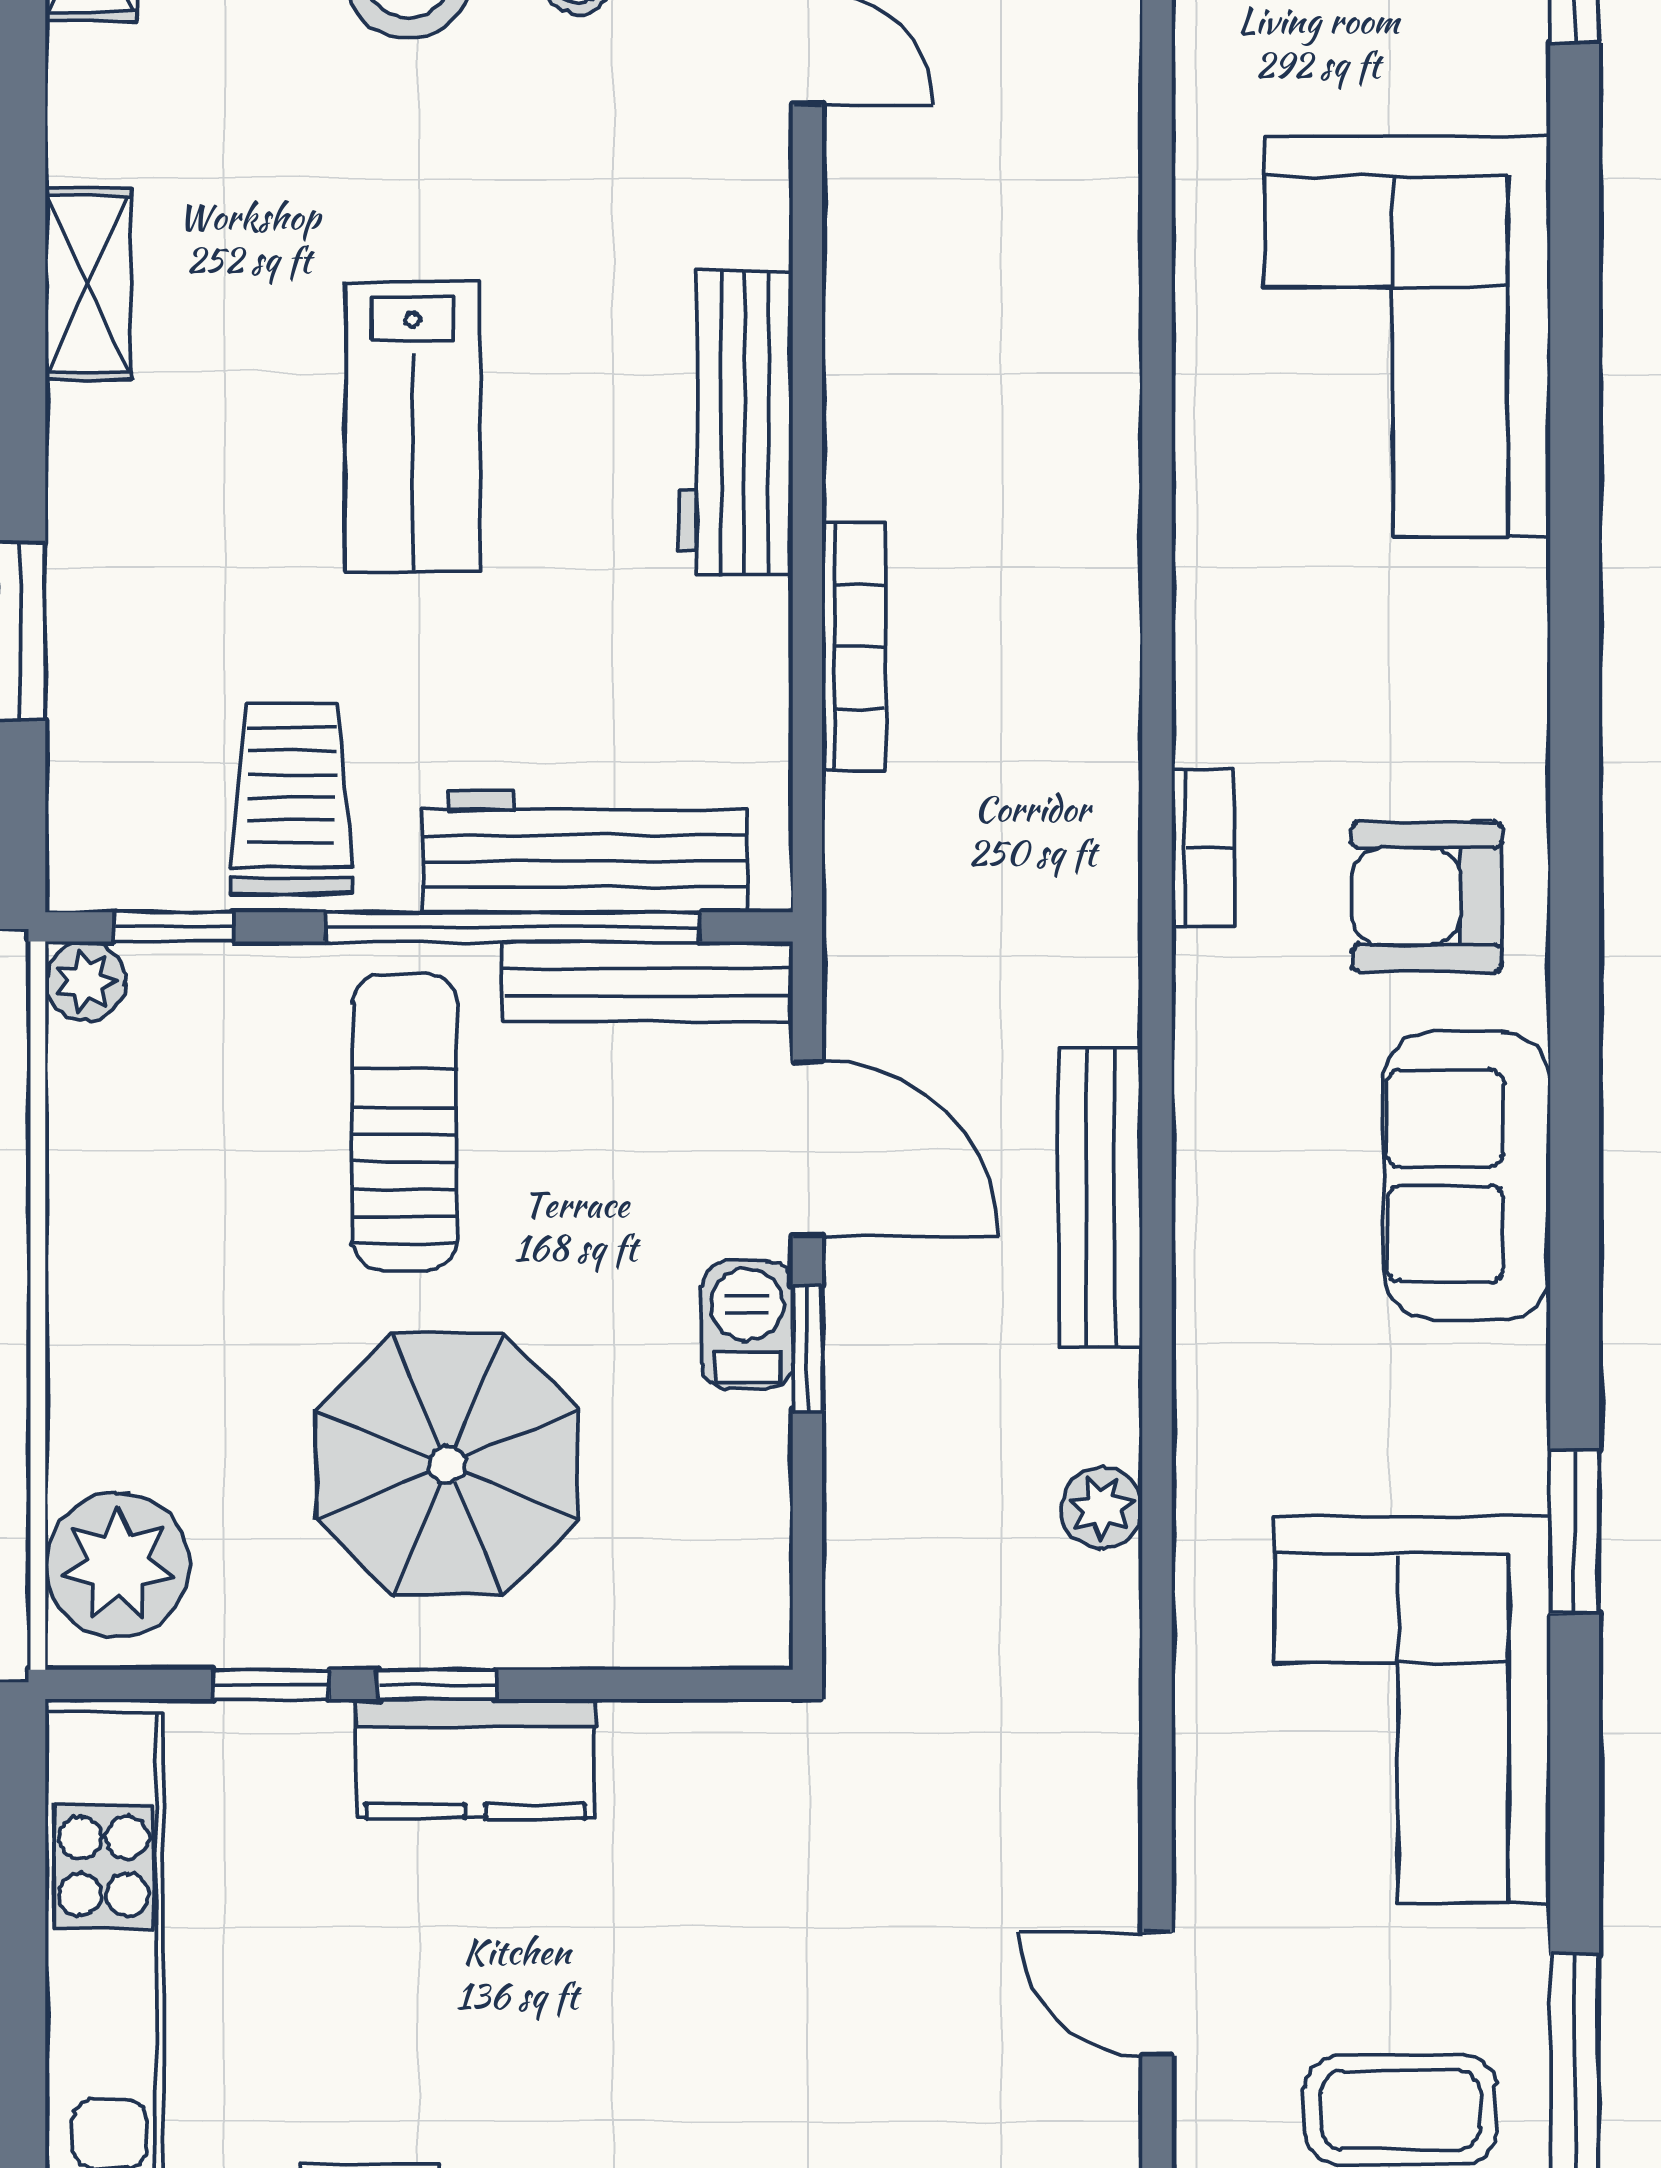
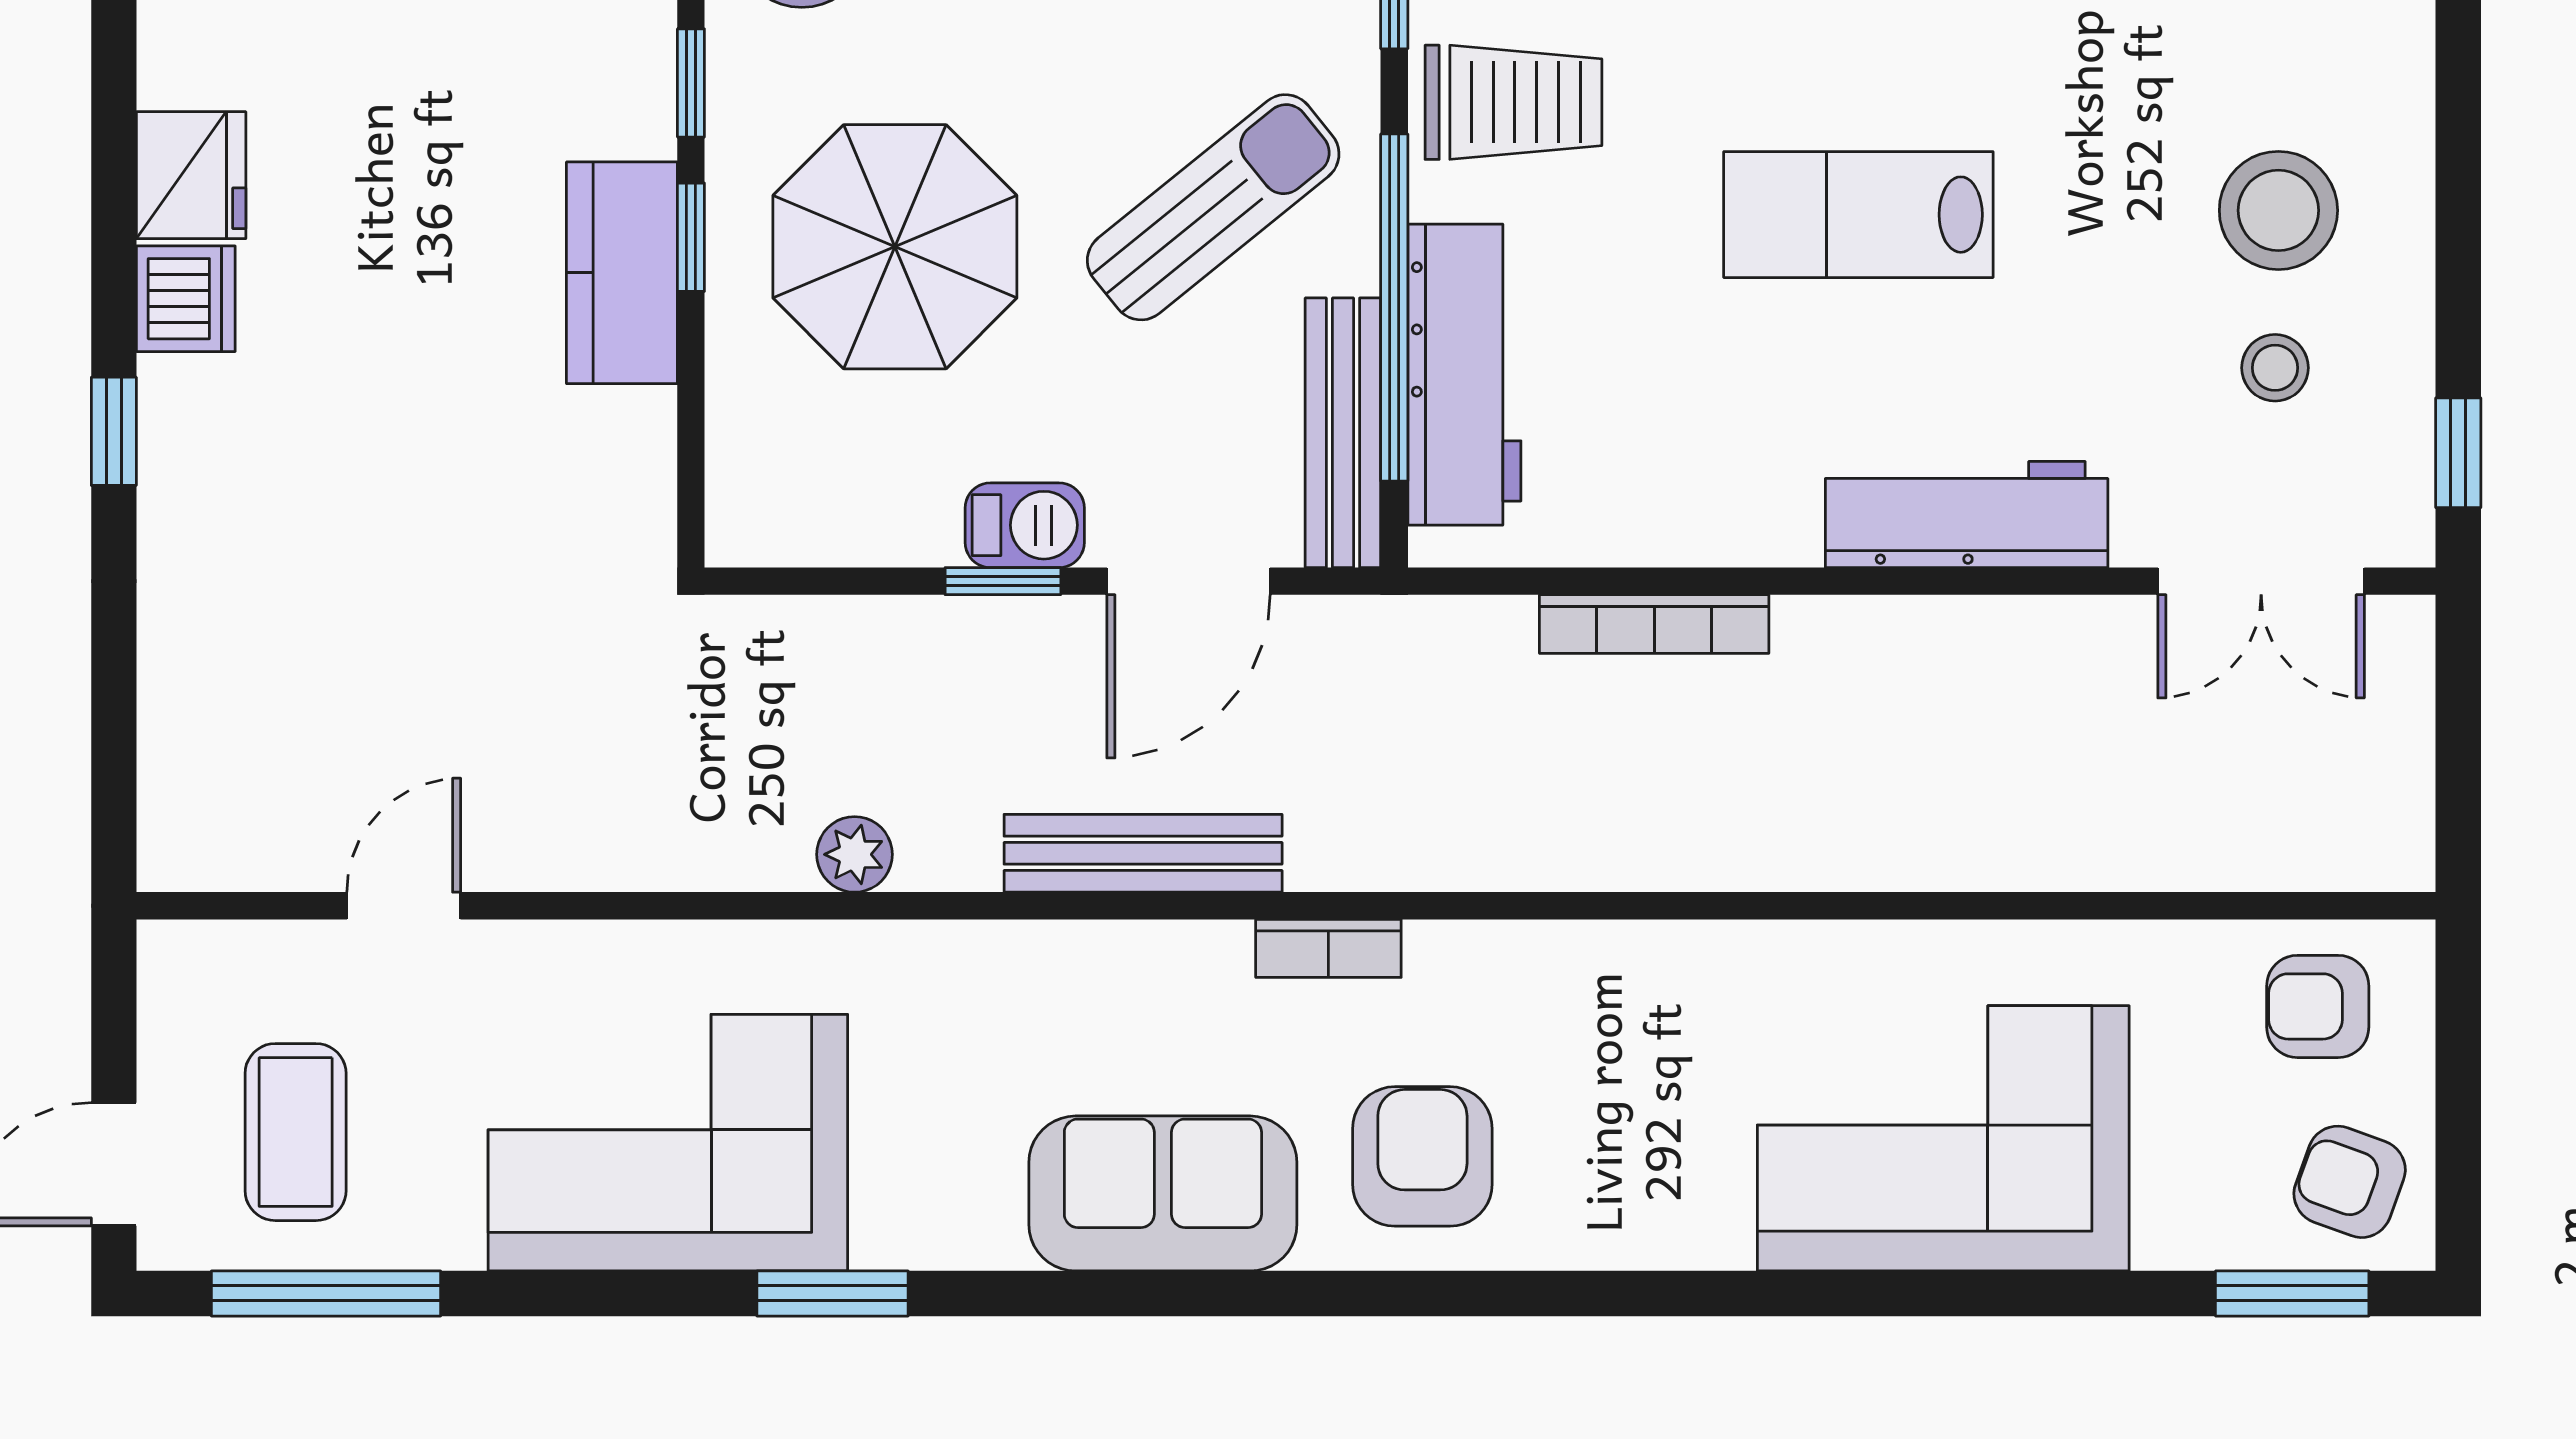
workbench: (736, 423) -> (1967, 515), moved
bookcase: (1203, 848) -> (1328, 948), moved
sun lounger: (405, 1122) -> (1213, 207), turned -39

